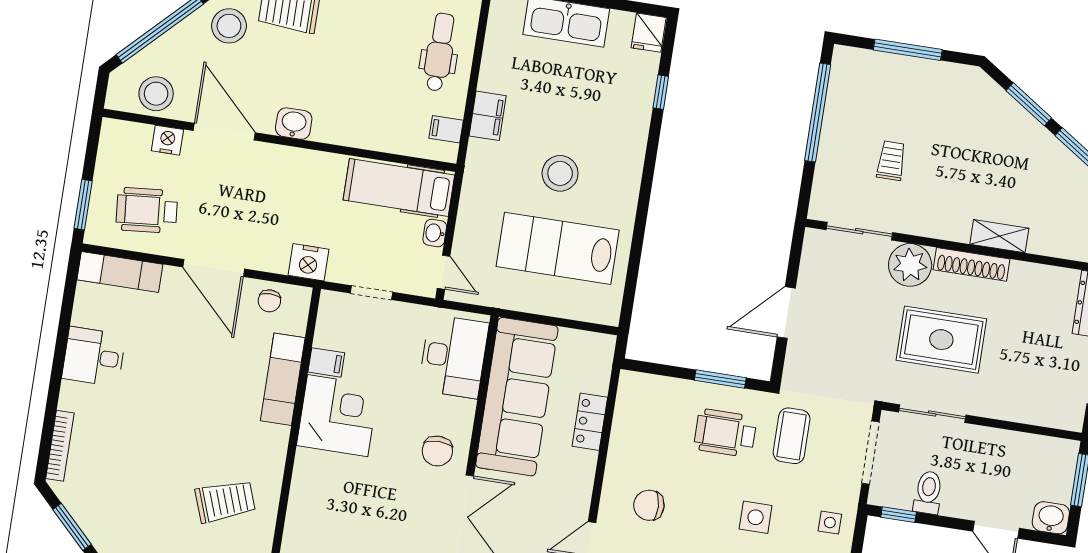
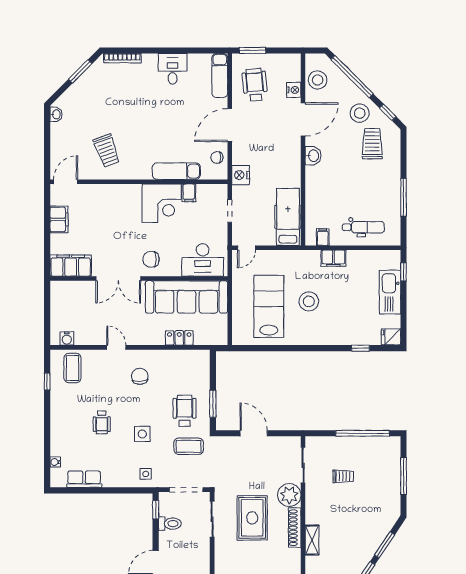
washbasin: (435, 233) -> (267, 240), removed

